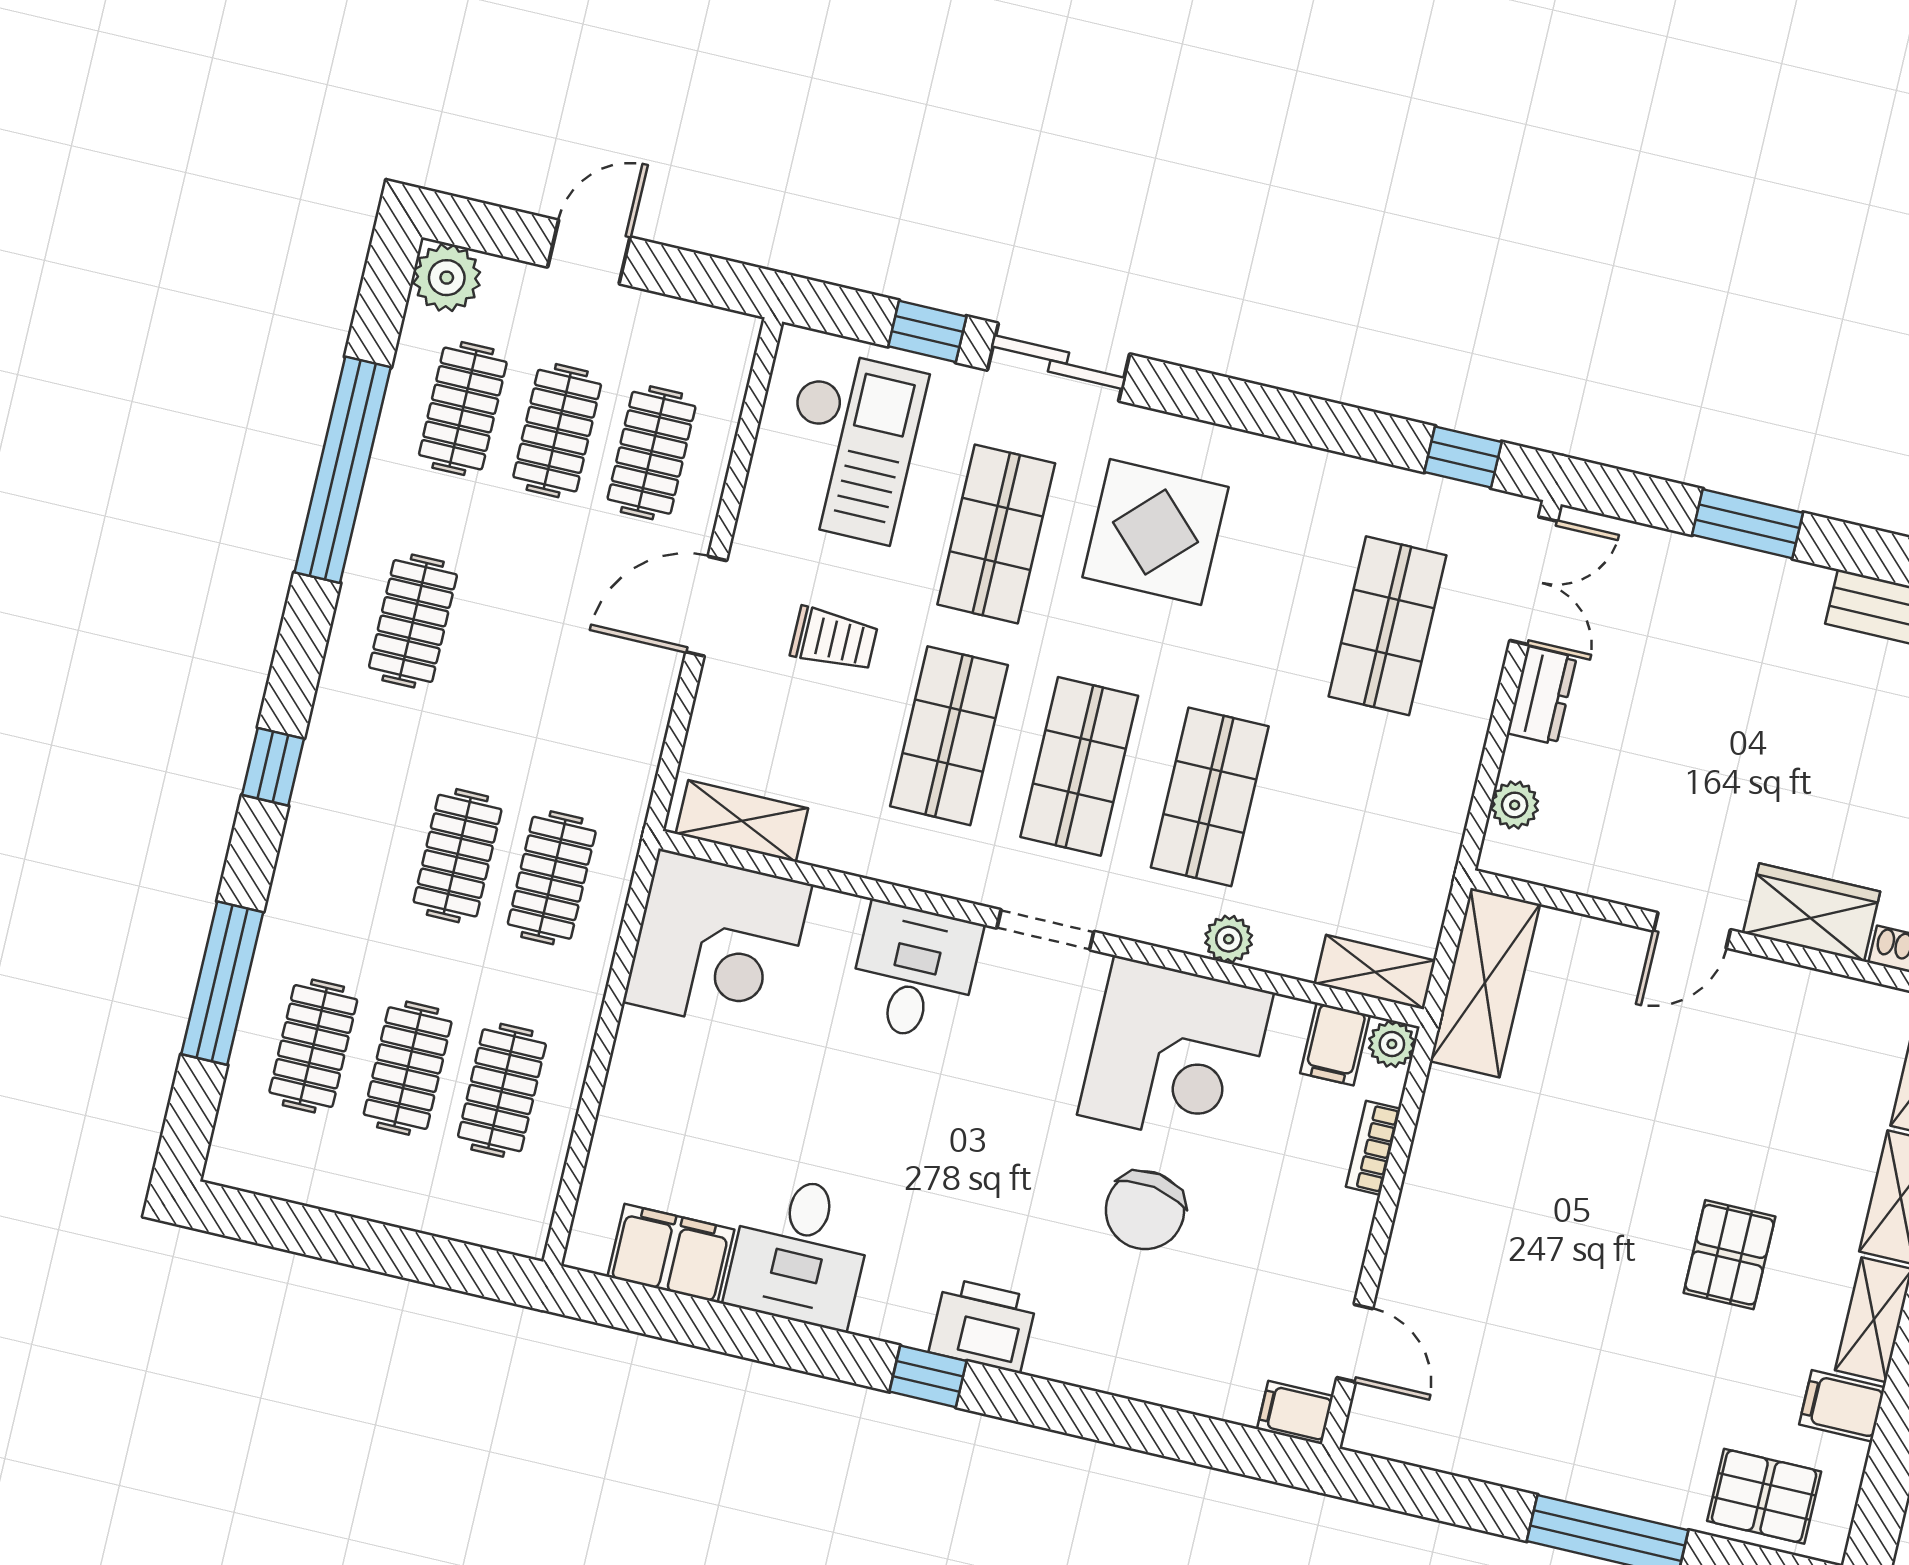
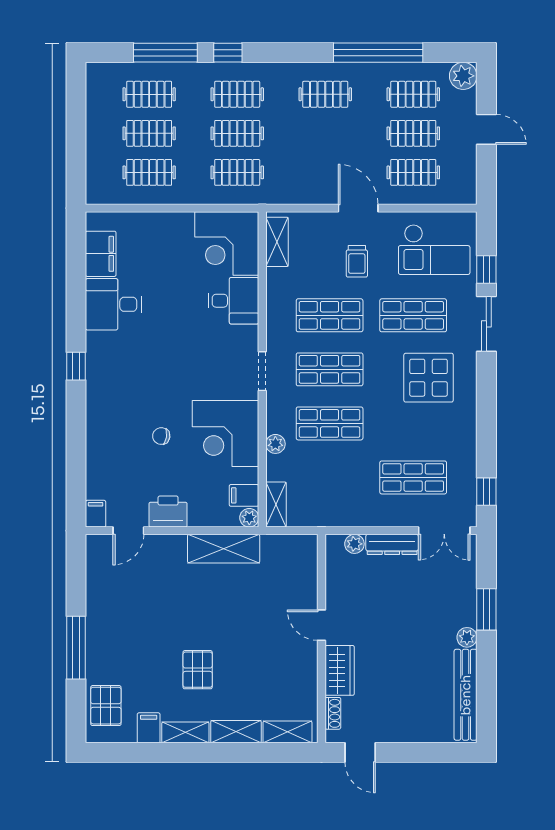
plant: (1804, 586) -> (467, 637), added
dresser: (1542, 695) -> (392, 544), width x1.44
window: (273, 767) -> (228, 53), moved
clothes rail: (363, 834) -> (237, 94), added
desk: (914, 972) -> (233, 301), moved
shelving: (1485, 983) -> (224, 549), moved
bookcase: (1373, 1148) -> (207, 520), removed
chair: (1145, 1210) -> (161, 436), width x0.54, depth x0.54
pallet: (1729, 1255) -> (198, 670), turned 90
printer: (983, 1325) -> (168, 511), moved, turned -90

